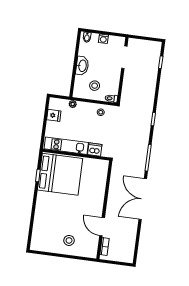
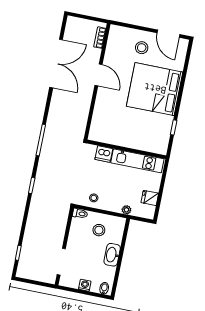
bed: (60, 174) -> (155, 89), moved
double door: (143, 199) -> (56, 63), moved
door: (102, 227) -> (98, 75), moved
door: (47, 254) -> (168, 34), added

